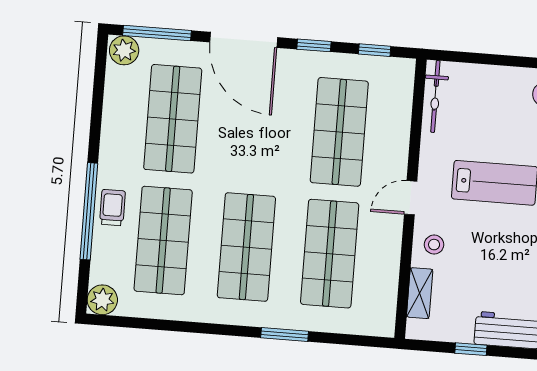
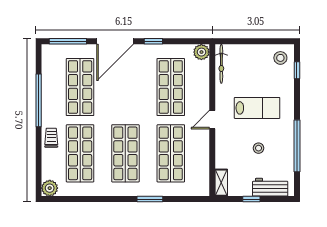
door: (244, 40) -> (115, 41), hinge flipped
plant: (124, 50) -> (201, 52), moved
window: (375, 50) -> (186, 41), removed
window: (89, 211) -> (39, 100), moved
stool: (434, 245) -> (259, 148), moved
shelving: (420, 293) -> (221, 183), moved

